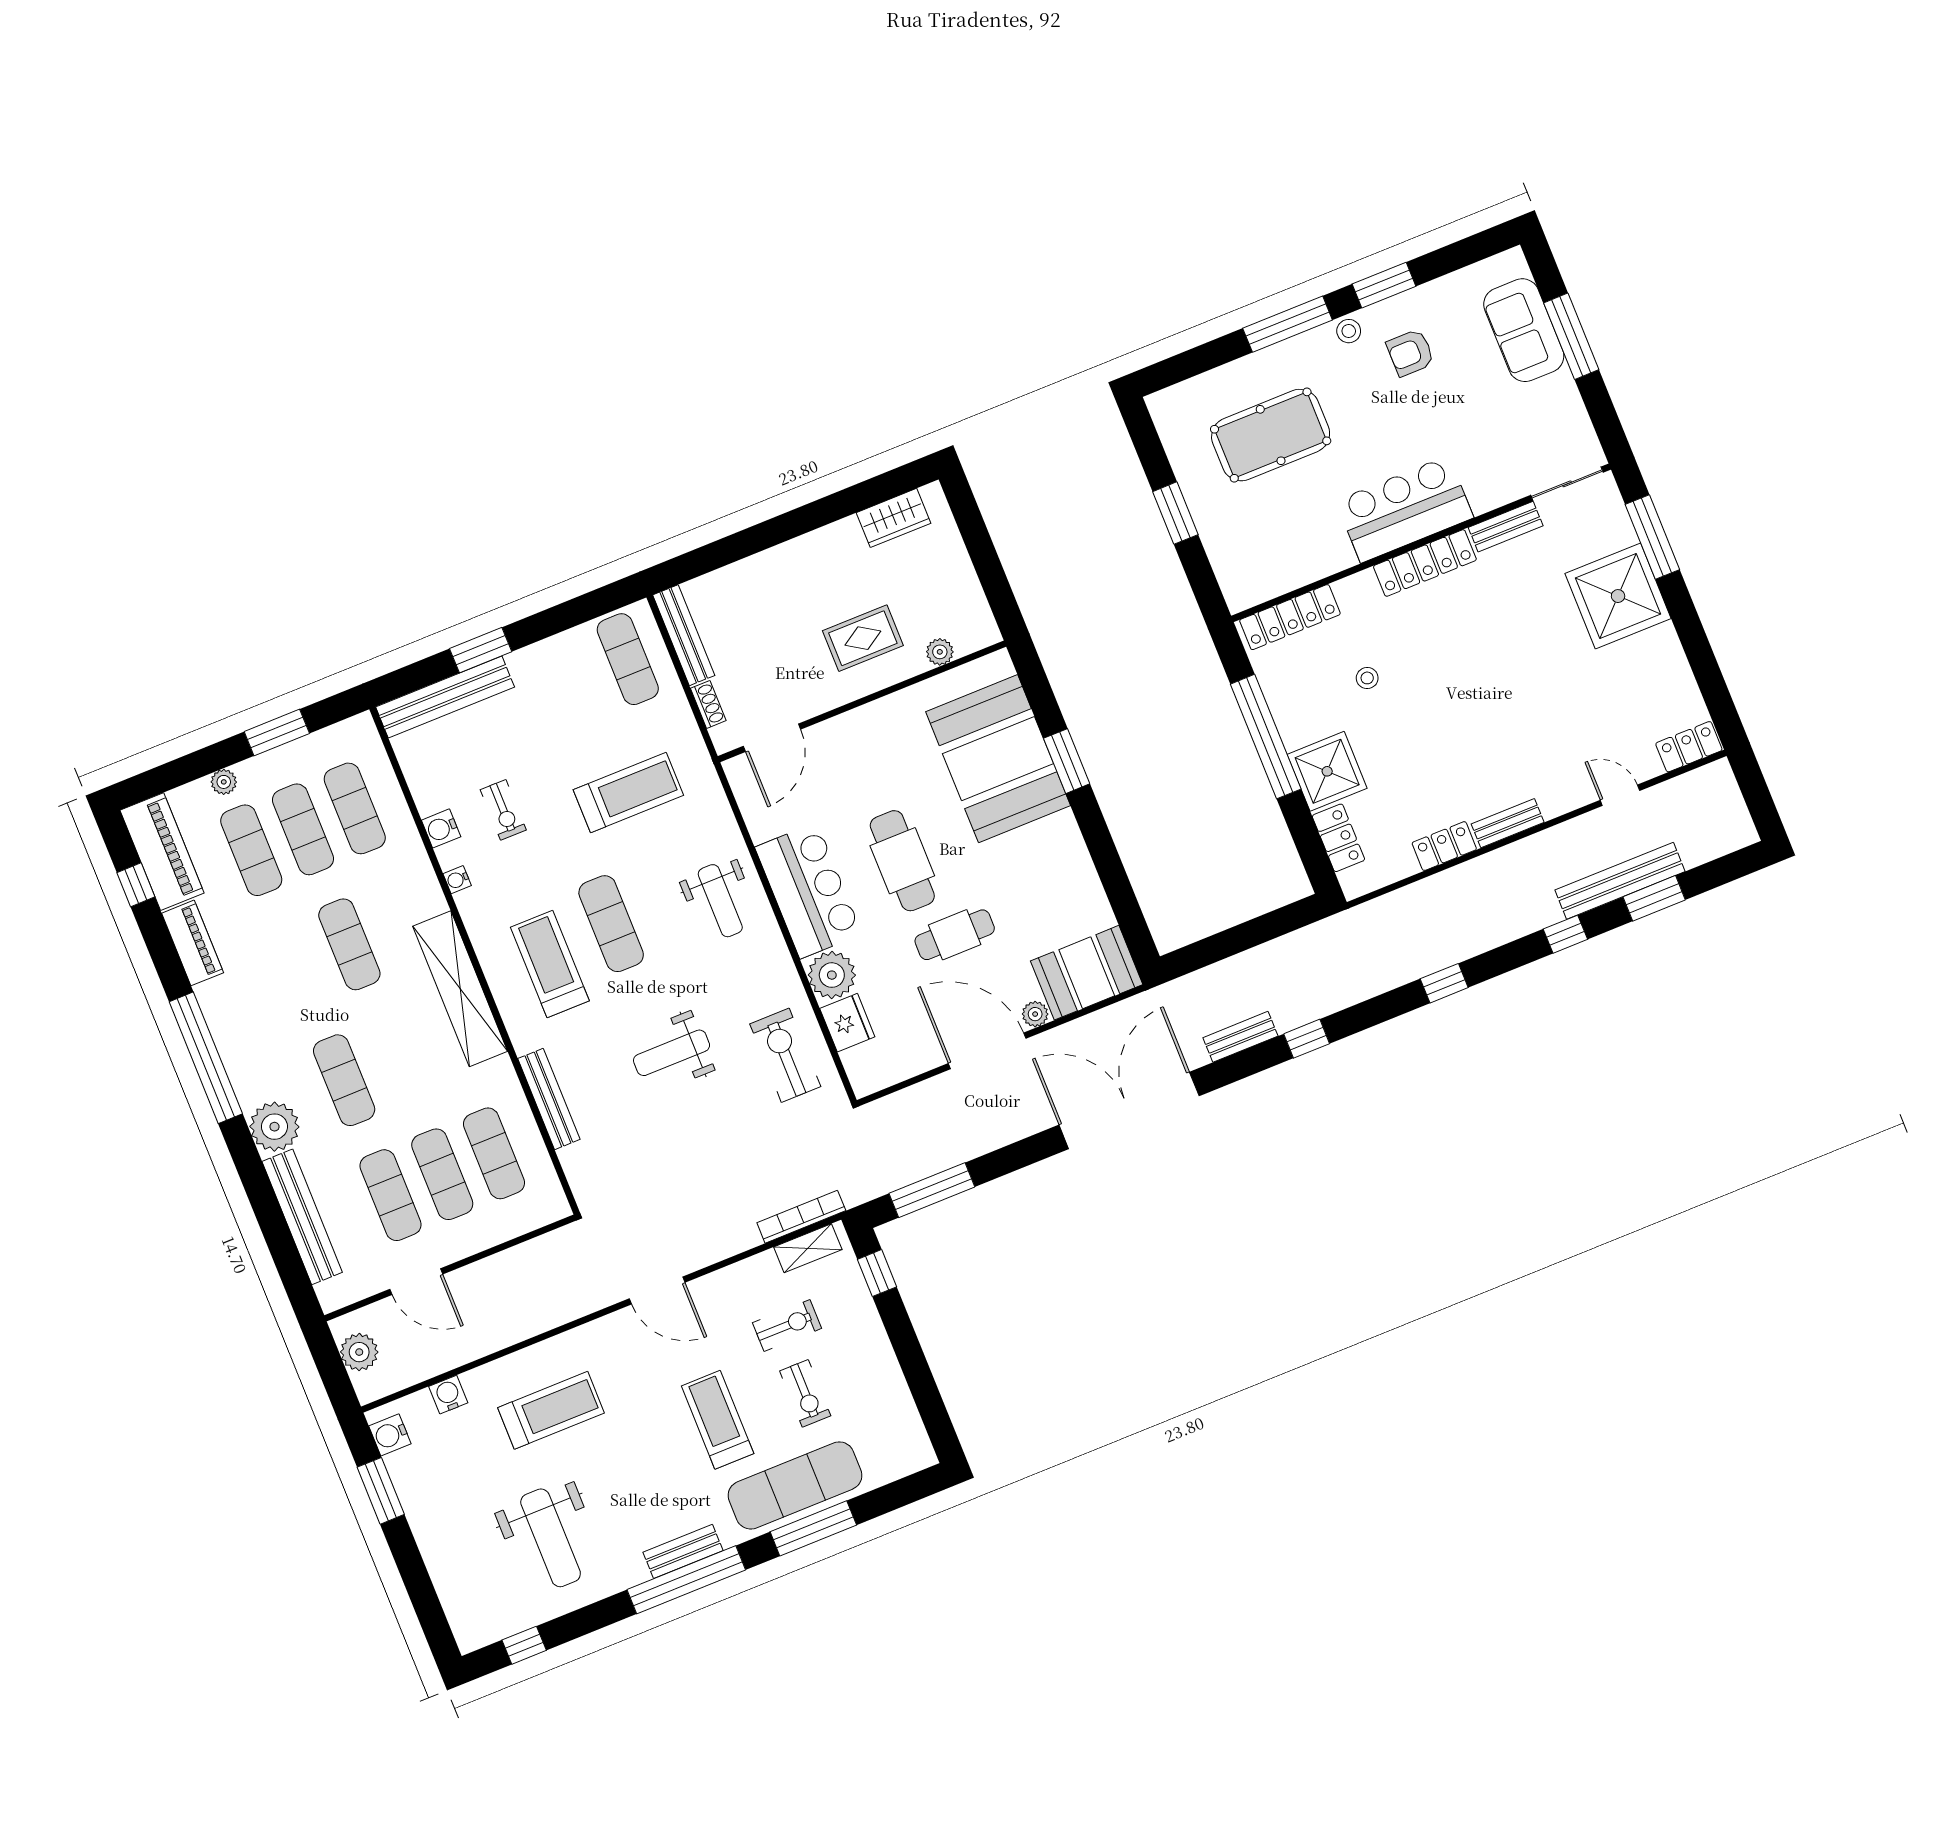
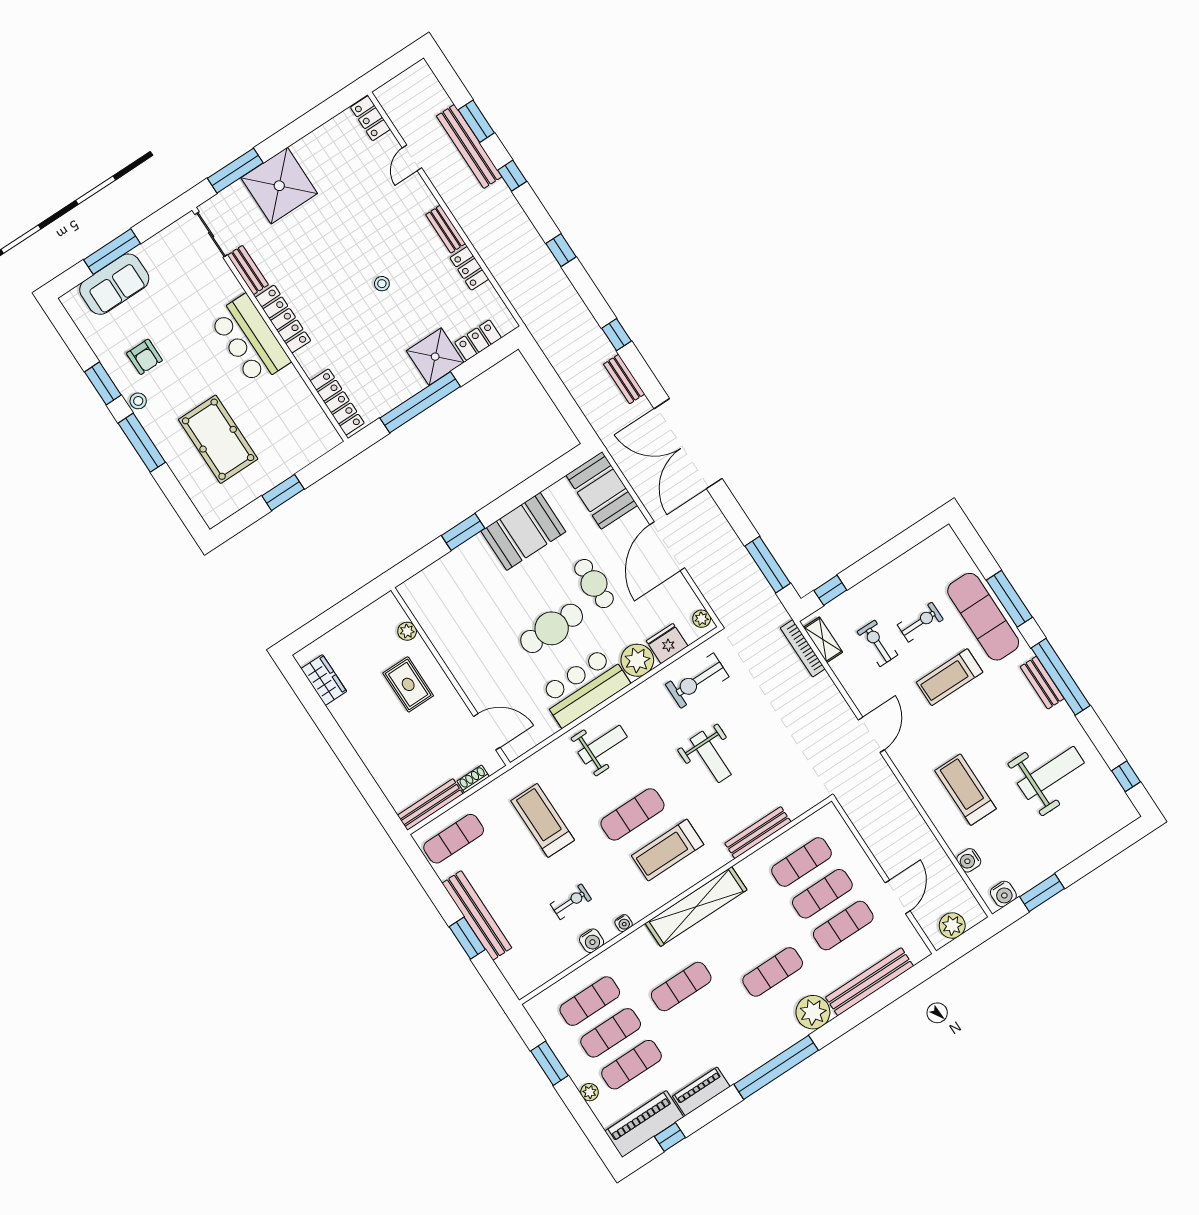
stool: (1367, 678) -> (382, 284), moved
bench: (445, 697) -> (477, 915), moved
booth: (998, 759) -> (523, 531), moved, width x0.73, depth x0.70
plant: (1035, 1014) -> (702, 619), moved

